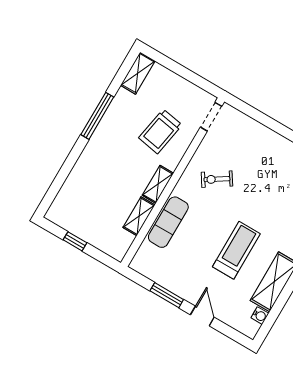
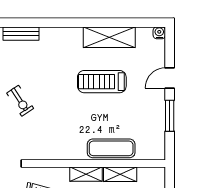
exercise bike: (217, 179) -> (20, 101), moved
water cooler: (260, 316) -> (159, 33), moved

